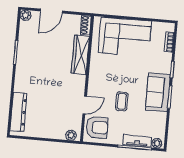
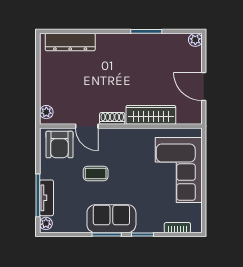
door: (51, 11) -> (204, 87), moved
shoe rack: (86, 25) -> (112, 118), moved

